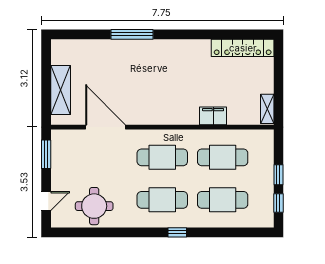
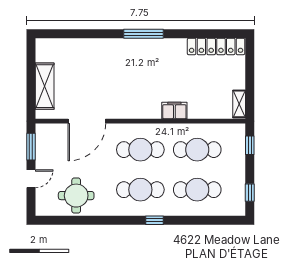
window: (132, 34) -> (143, 34), moved
filing cabinet: (213, 116) -> (174, 111), moved
door: (106, 127) -> (87, 121), swing flipped
window: (278, 175) -> (250, 145), moved
door: (46, 201) -> (31, 179), moved

